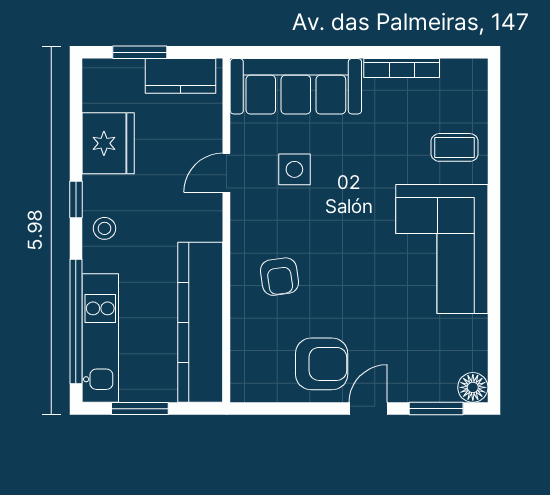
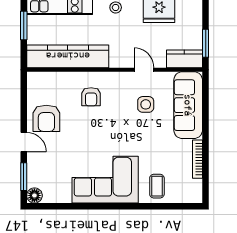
window: (140, 52) -> (206, 43), moved
kitchen counter: (180, 76) -> (184, 59), moved, turned 90
armchair: (279, 277) -> (91, 97), turned -82

